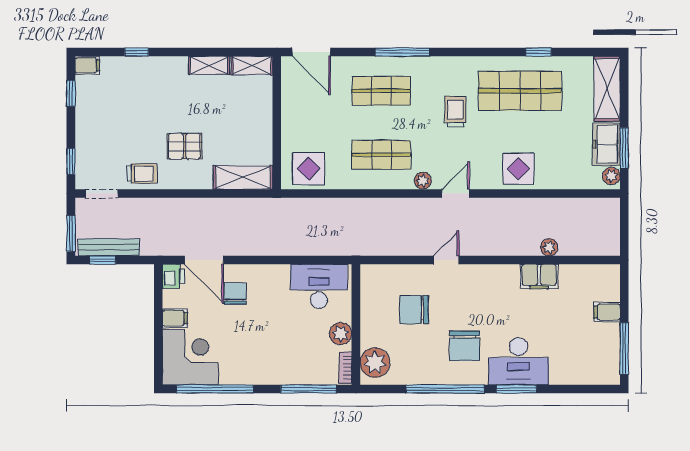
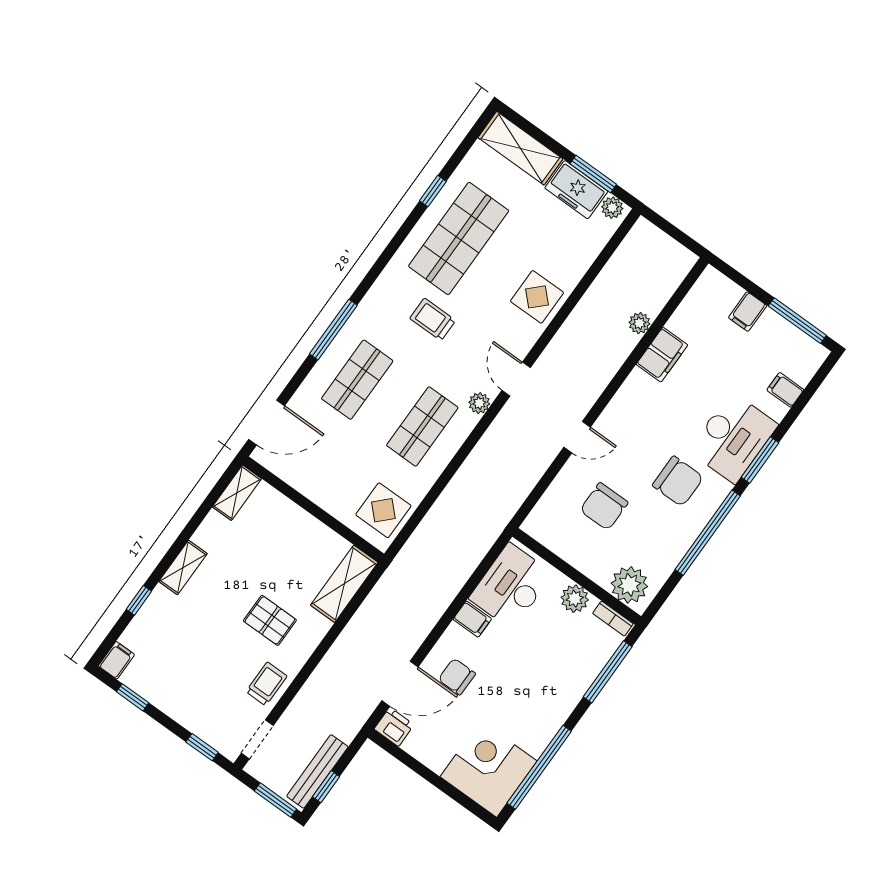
shelving: (209, 65) -> (183, 568), moved
pallet: (185, 146) -> (270, 620), turned 90
door: (446, 260) -> (577, 437), swing flipped
filing cabinet: (175, 318) -> (472, 619), moved, turned 90
filing cabinet: (574, 373) -> (785, 390), added

